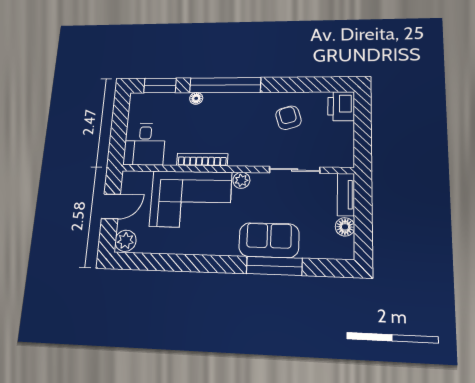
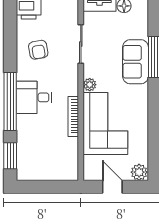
floor lamp: (196, 98) -> (22, 125), removed
armchair: (288, 118) -> (38, 50), turned -83
desk: (145, 144) -> (34, 97), moved, turned 180

